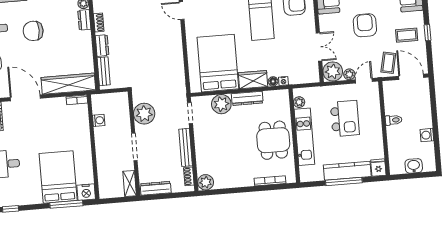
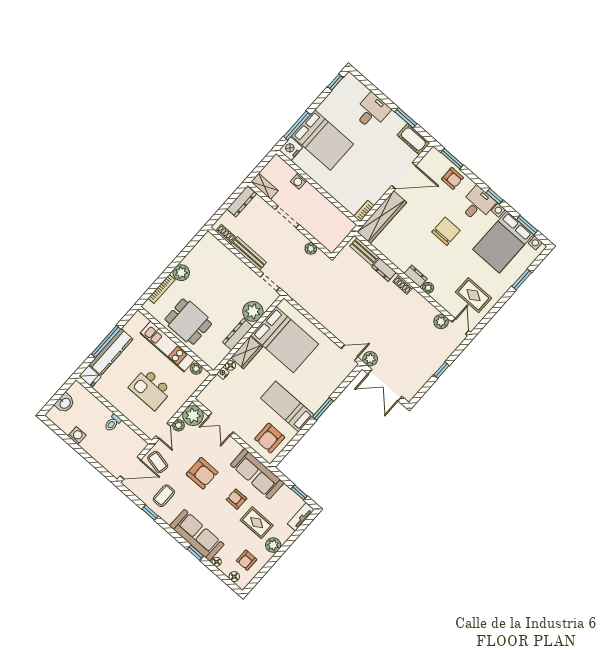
plant: (144, 114) -> (311, 249), width x0.53, depth x0.53
washing machine: (99, 120) -> (299, 181), moved
plant: (206, 182) -> (181, 273), moved

